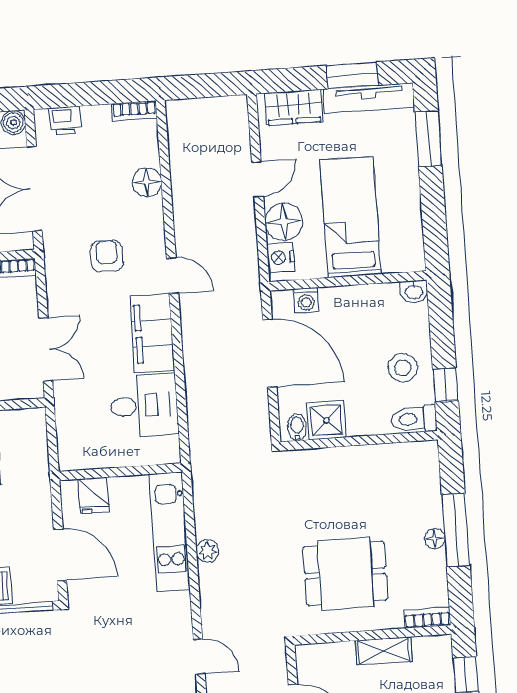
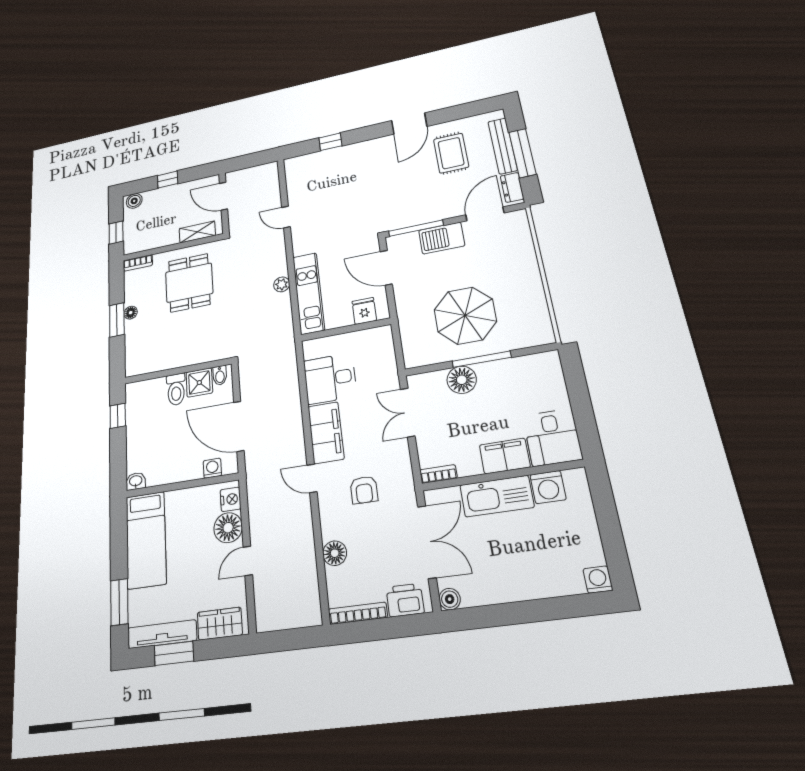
bookcase: (134, 111) -> (358, 613), width x1.56
printer: (65, 121) -> (405, 600), width x1.36, depth x1.24
bed: (351, 217) -> (146, 540), moved
stool: (403, 368) -> (146, 425), removed
toilet: (414, 419) -> (176, 389), moved, turned 90
window: (456, 530) -> (117, 320), width x0.69
dining table: (345, 573) -> (189, 283), turned 90
shelving: (384, 651) -> (197, 232), moved

